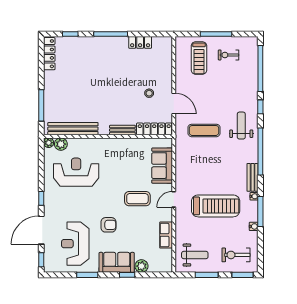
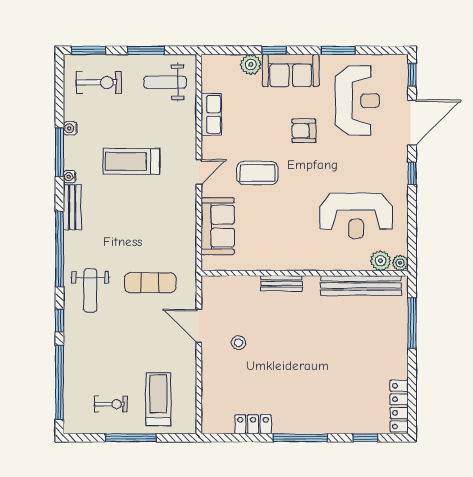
locker: (154, 129) -> (230, 285), removed
treadmill: (216, 206) -> (132, 161), width x0.73, depth x0.73

